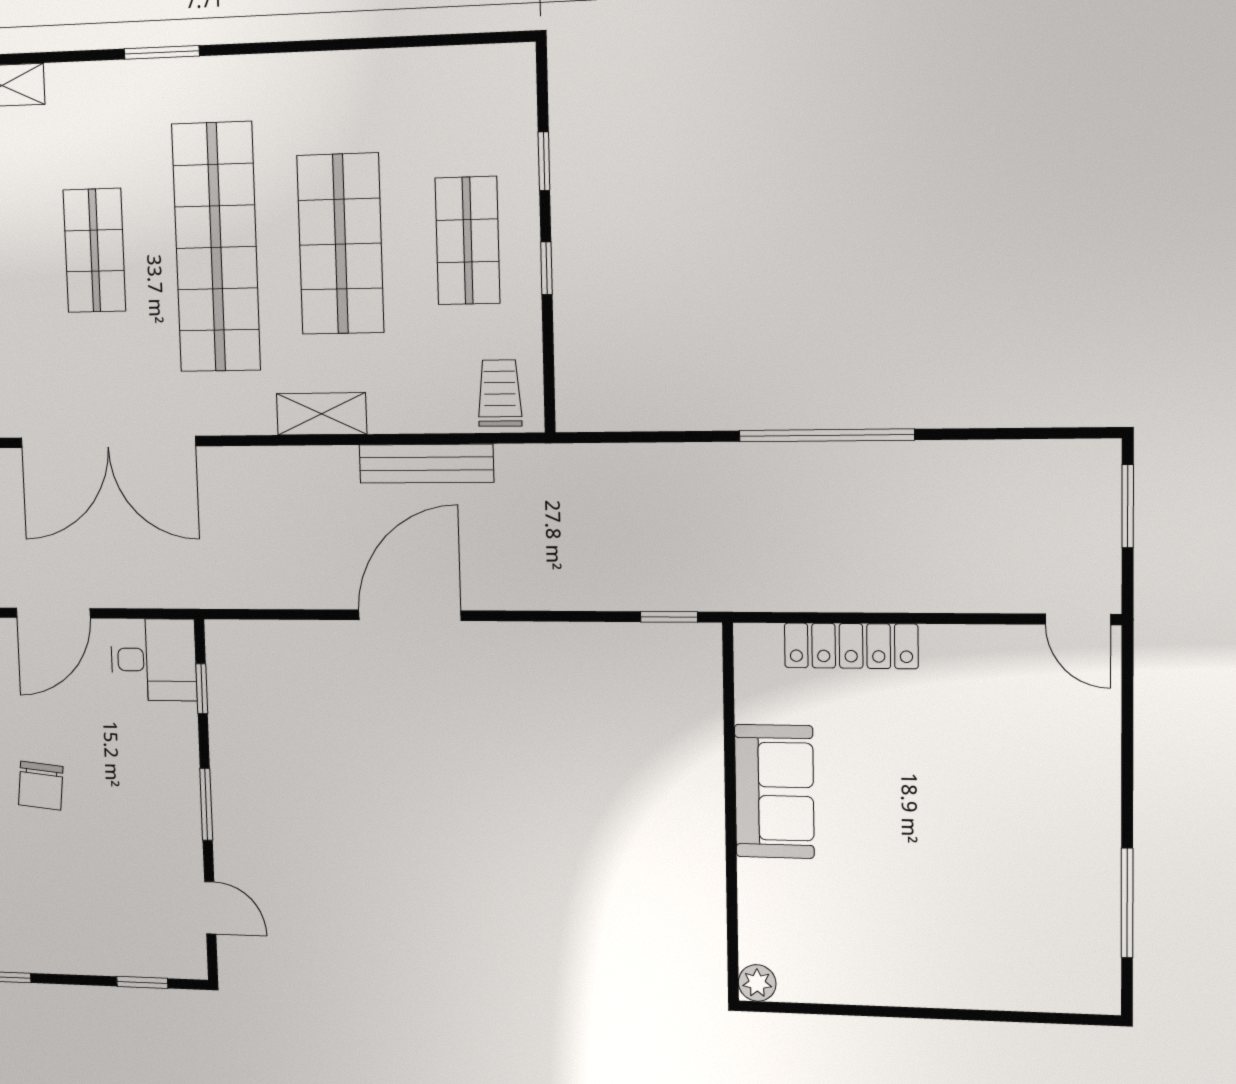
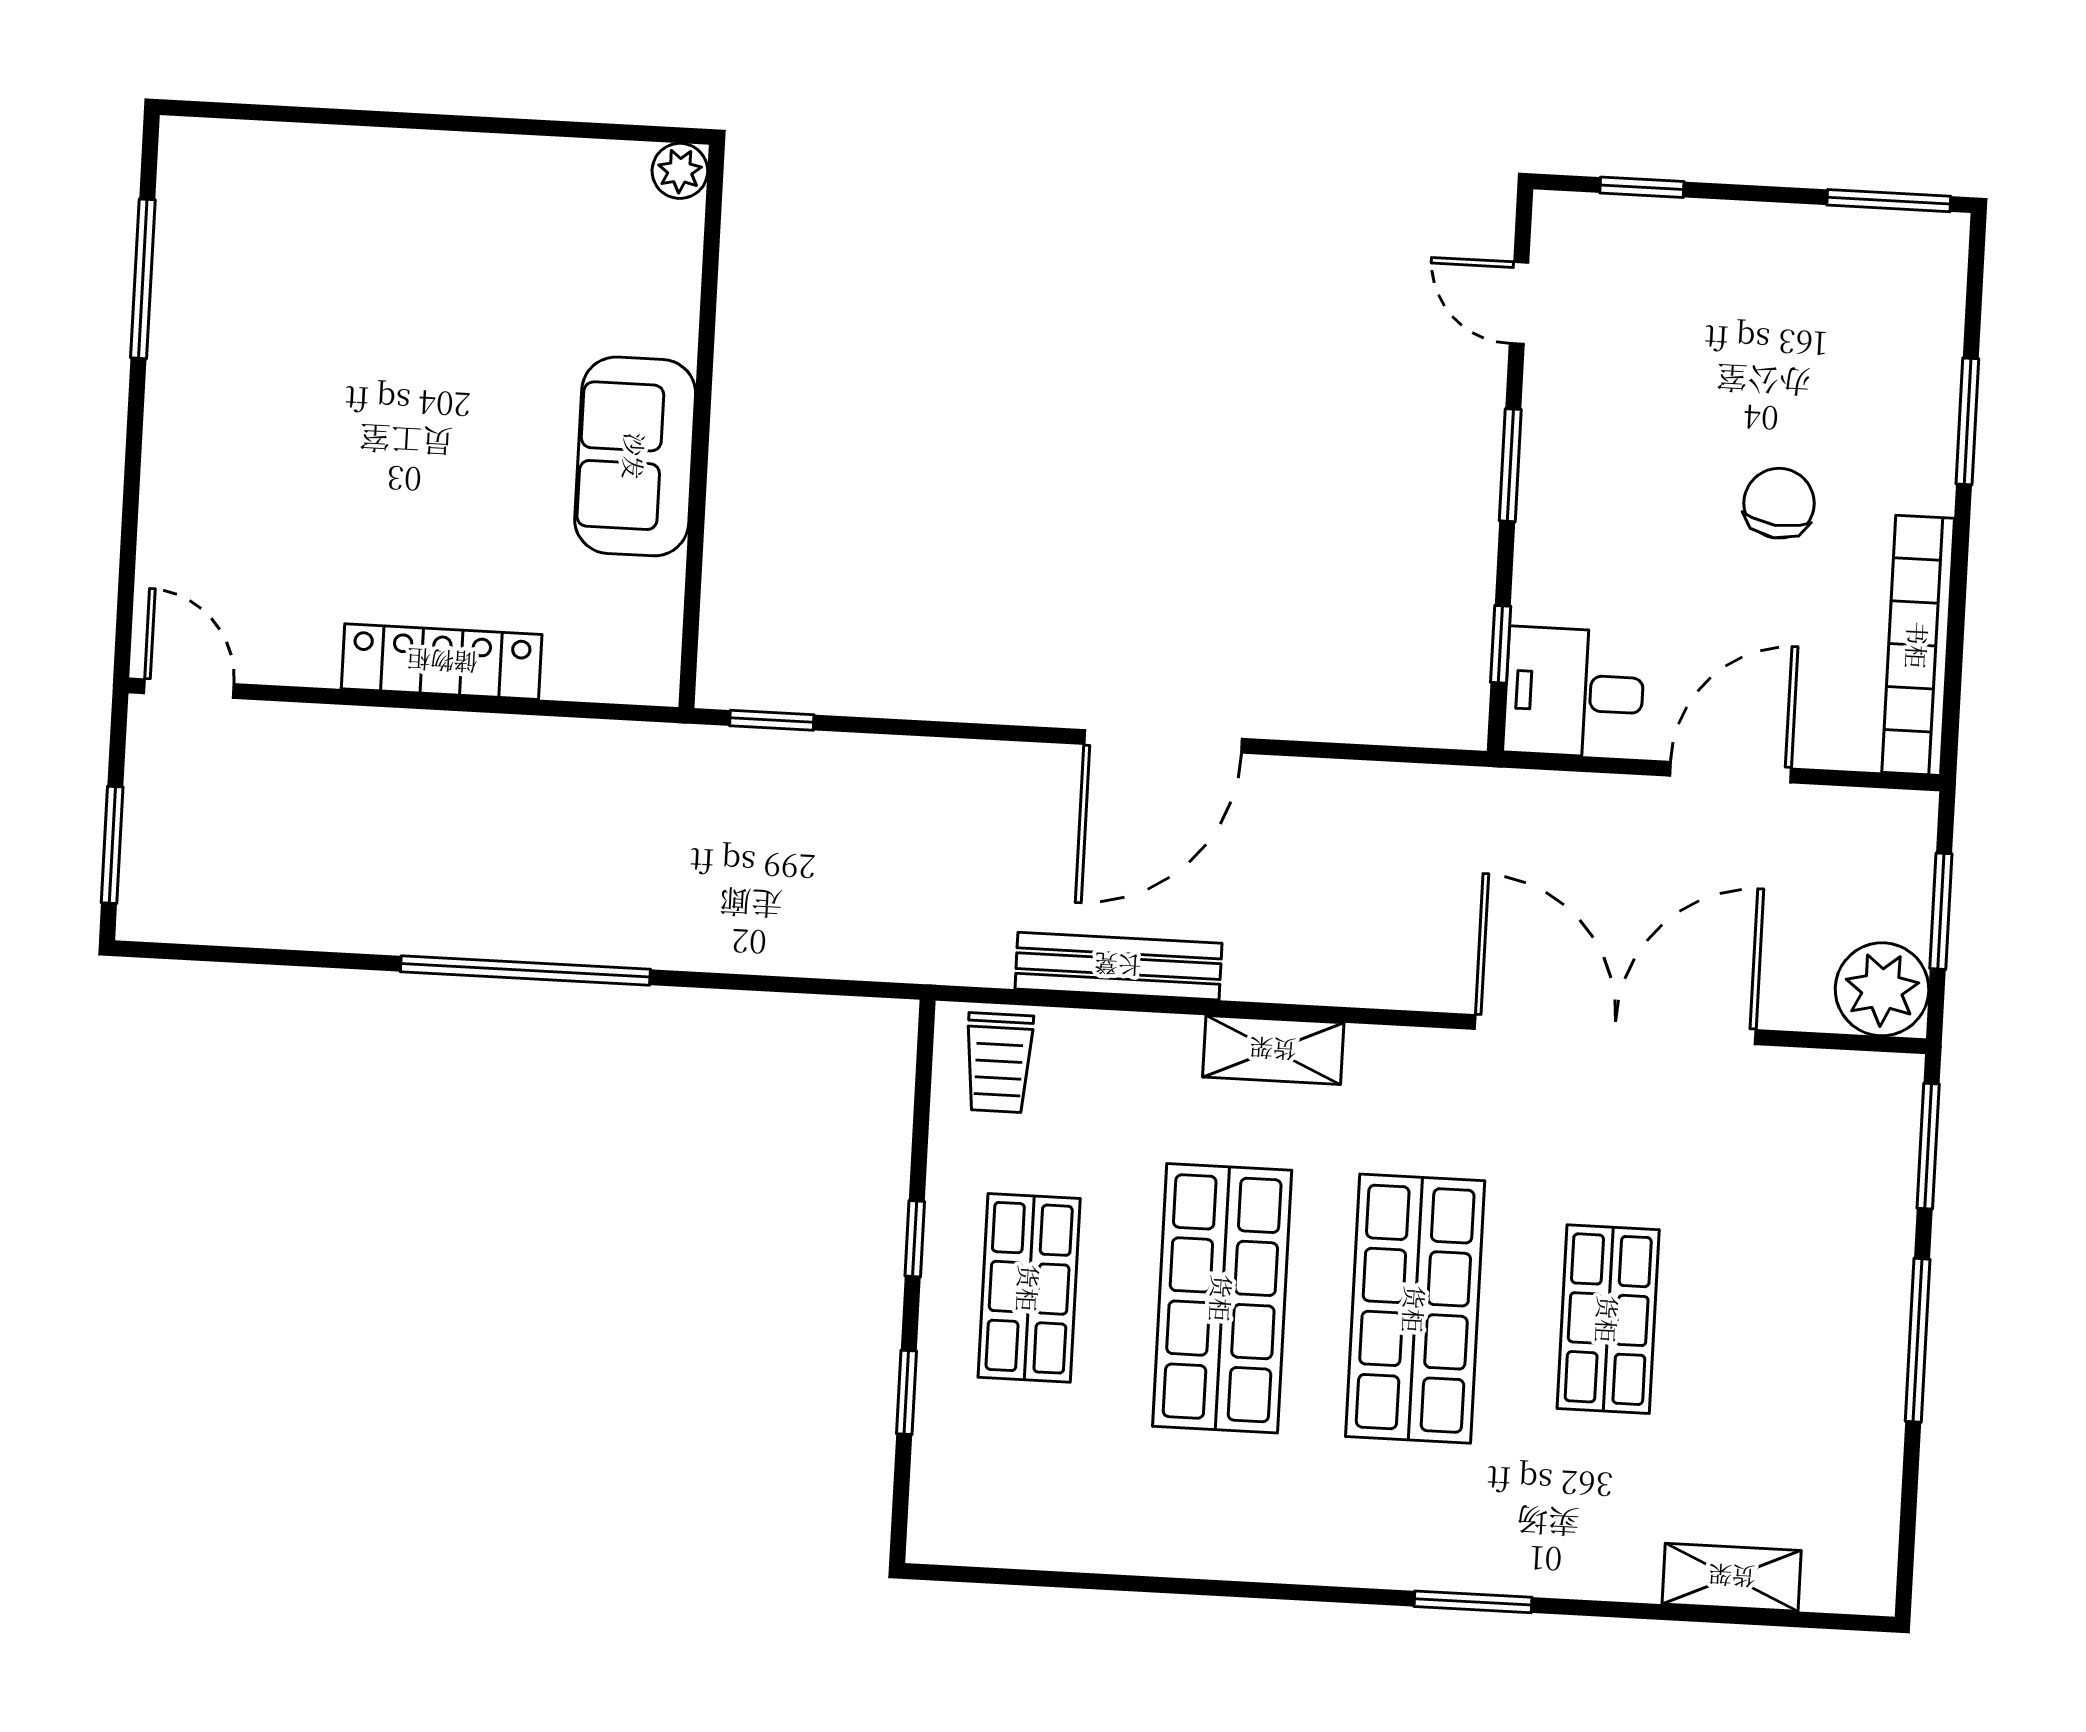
shop shelf: (216, 247) -> (1415, 1309), width x0.71
locker: (851, 646) -> (442, 662), moved

